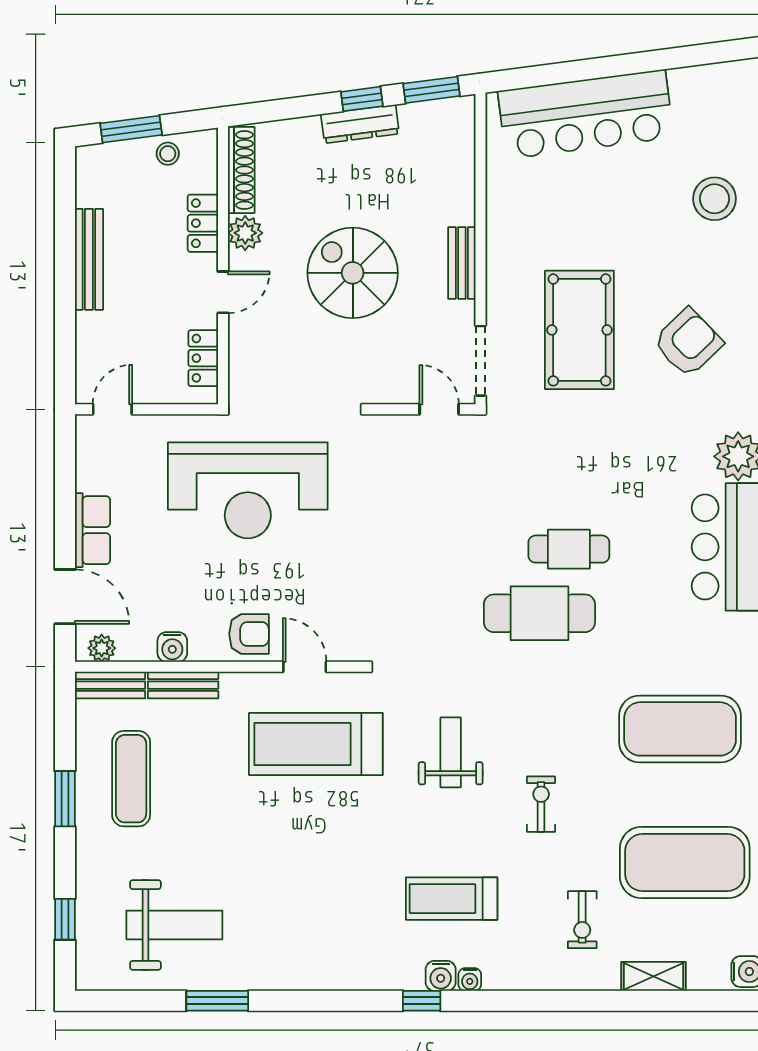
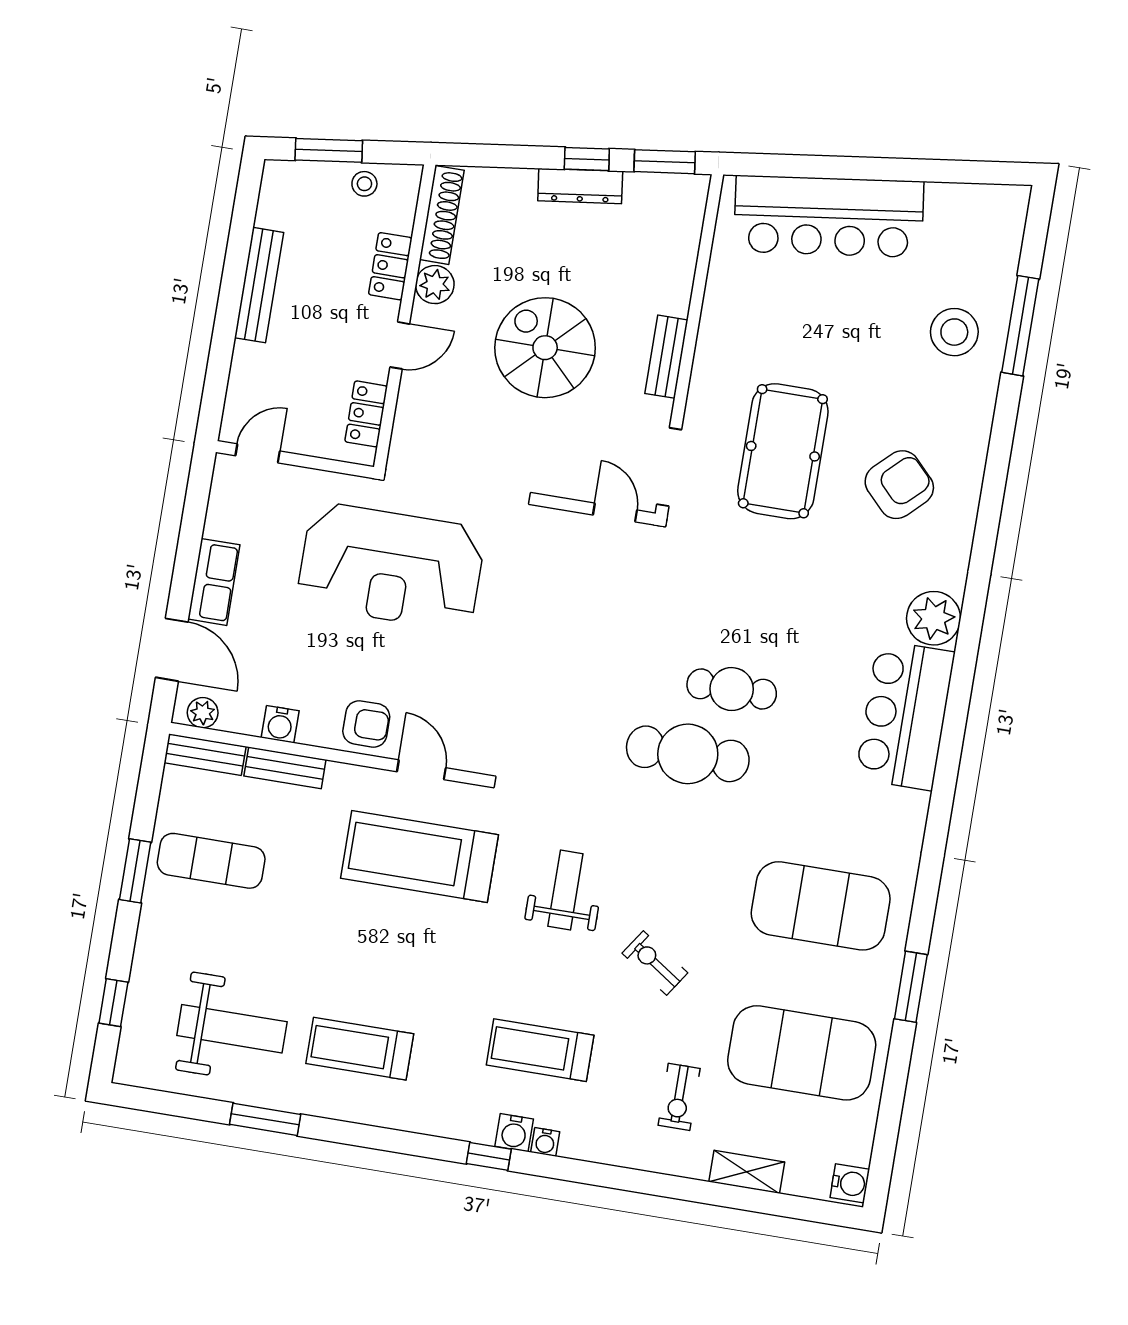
exercise mat: (131, 779) -> (211, 861), turned 90
exercise bike: (541, 804) -> (655, 963), turned -56
treadmill: (291, 924) -> (360, 1049), added

